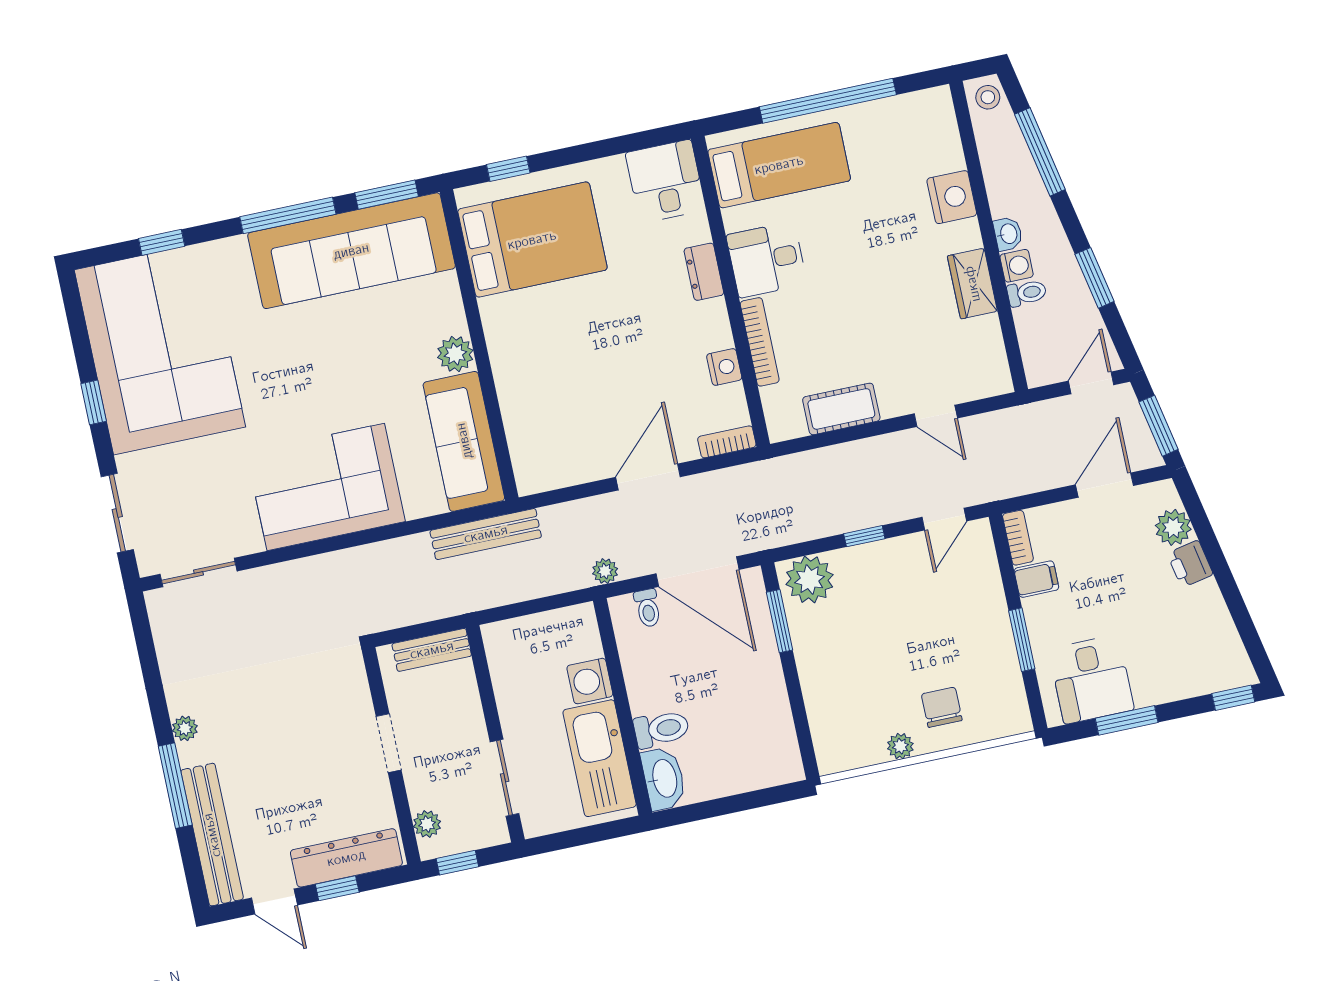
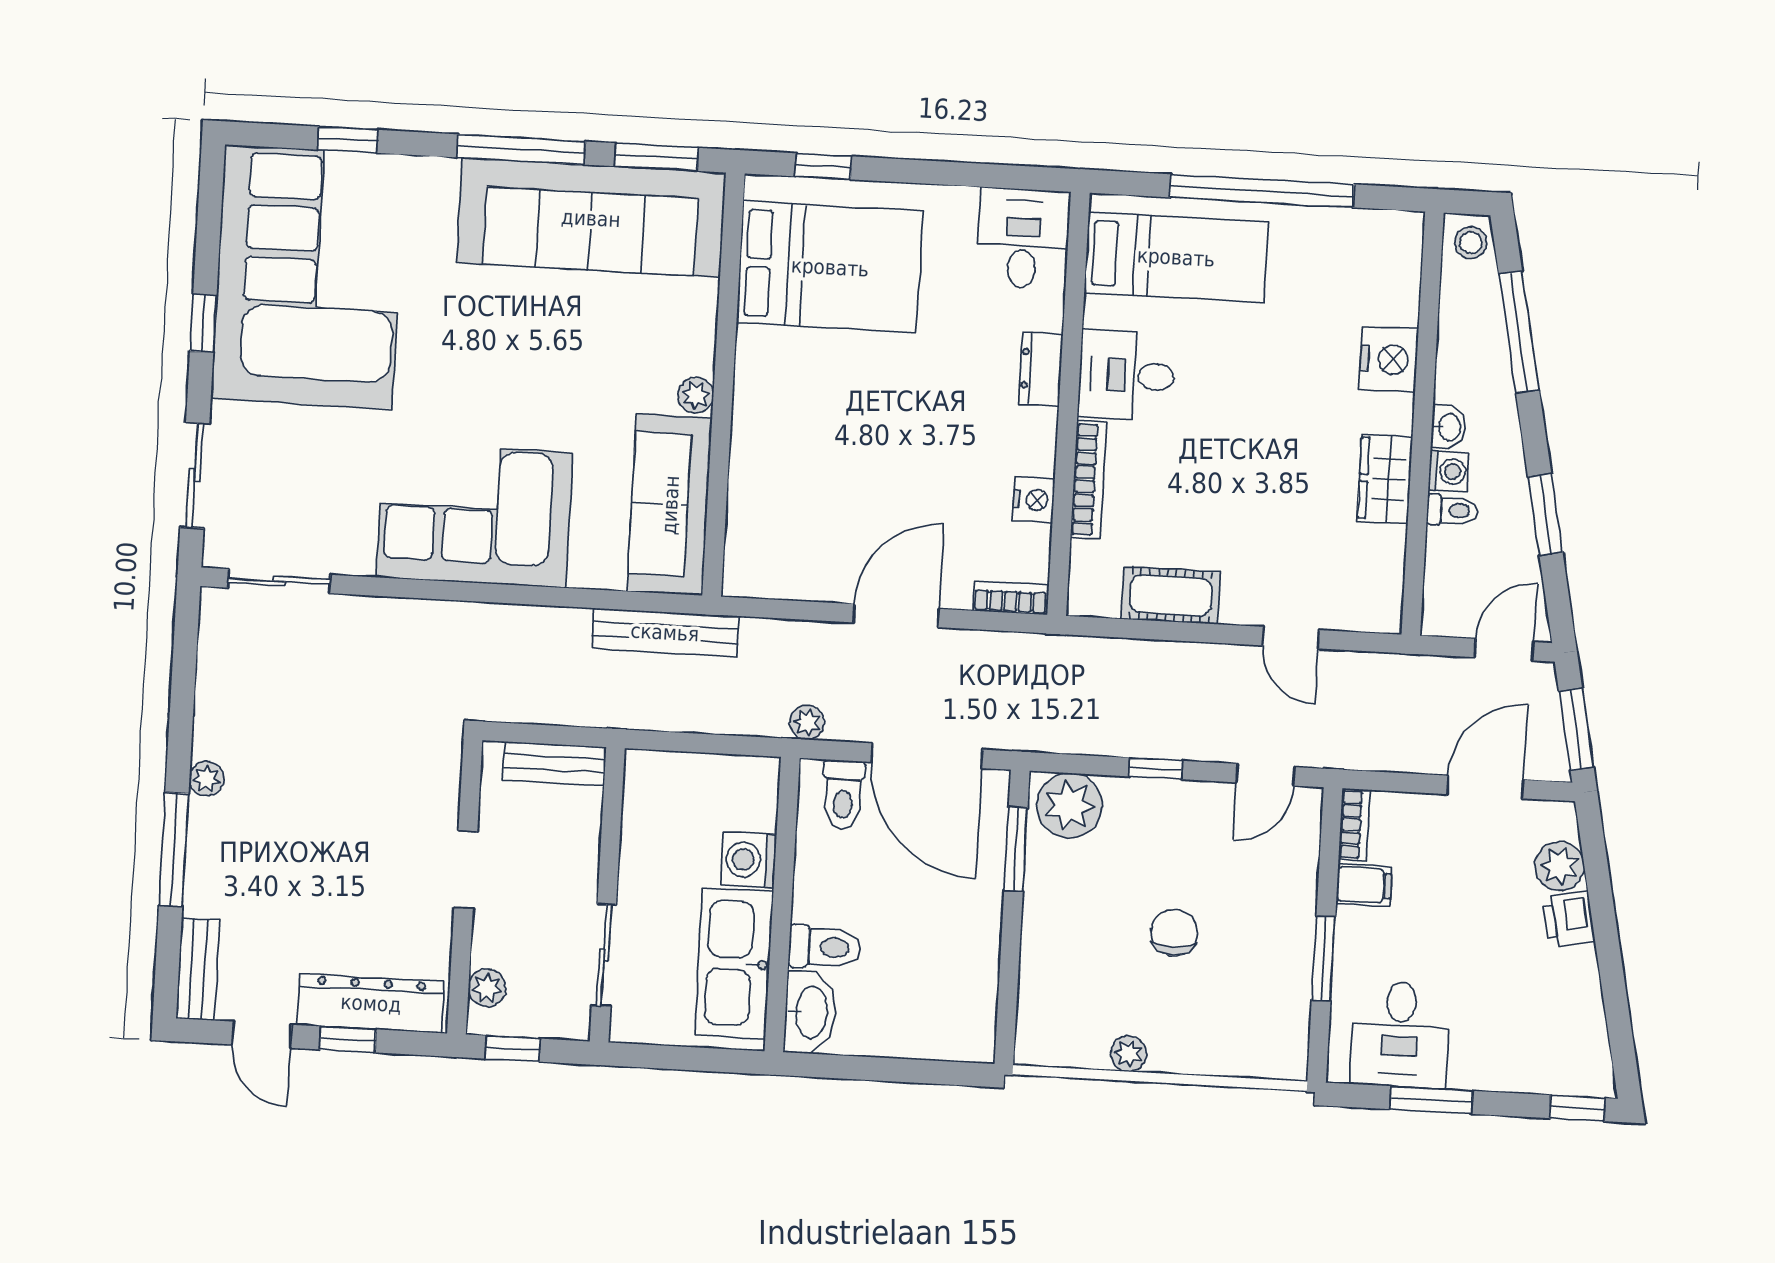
plant: (455, 354) -> (696, 395), width x0.73, depth x0.73
toilet: (648, 608) -> (843, 795), width x1.37, depth x1.39
chair: (942, 707) -> (1174, 933), moved
bench: (212, 835) -> (198, 969), width x0.54, depth x0.82

